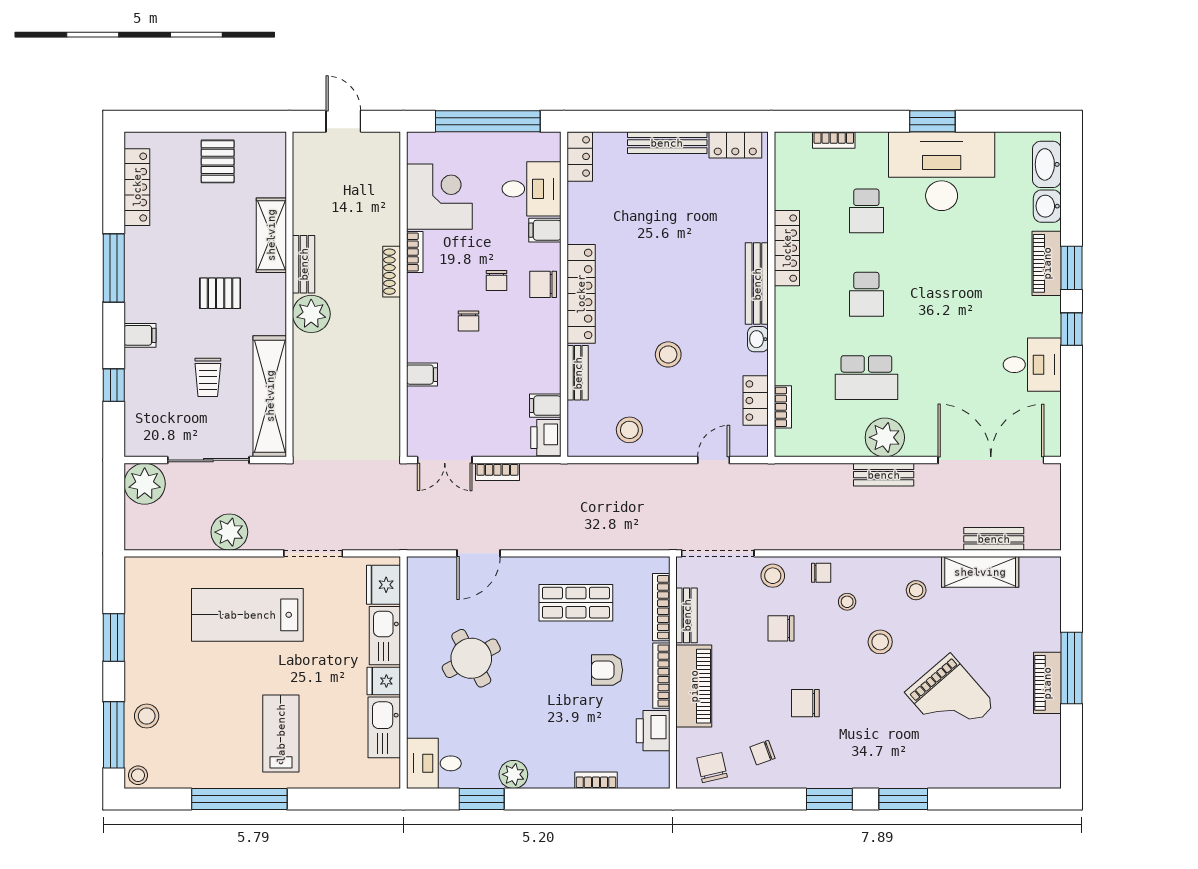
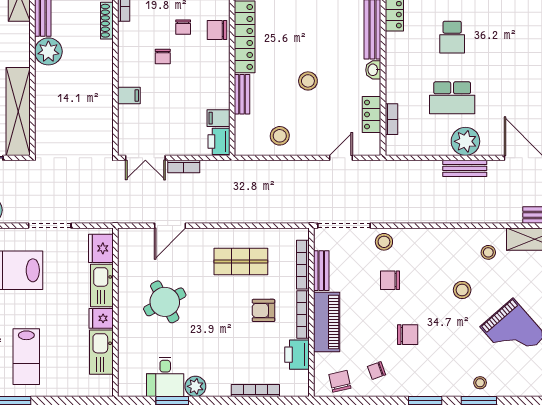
chair: (821, 573) -> (419, 240), removed
stool: (847, 602) -> (480, 383), moved
chair: (805, 703) -> (408, 335), turned 180
lab bench: (281, 733) -> (26, 357), turned 180
desk: (434, 763) -> (165, 377), moved, turned -90
bookcase: (596, 780) -> (255, 391), width x1.56

